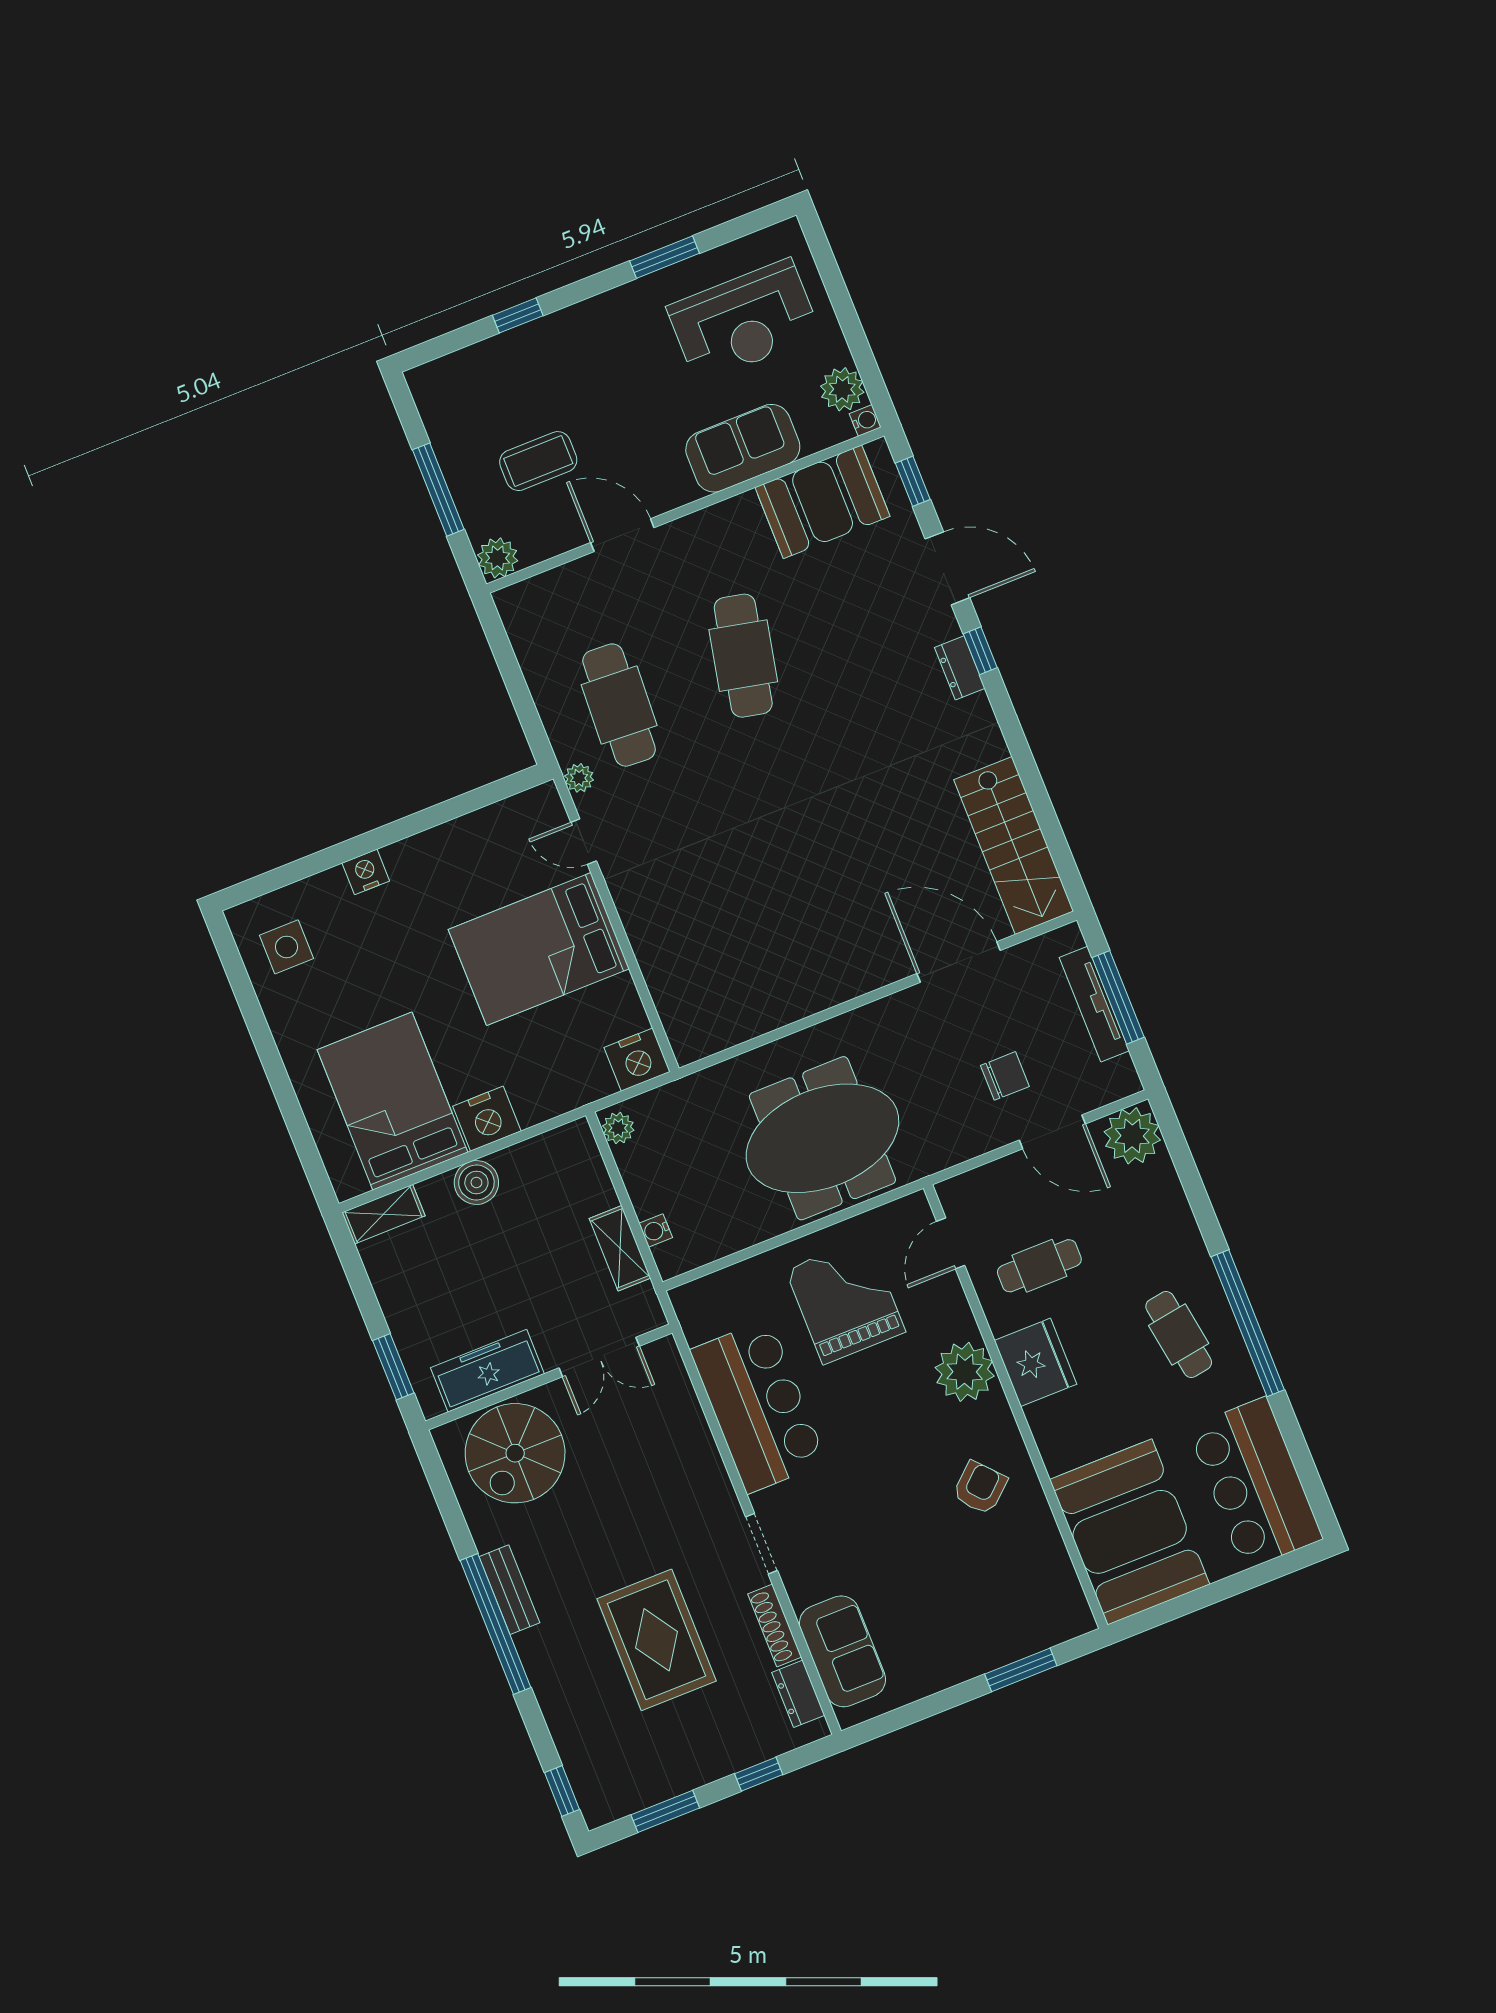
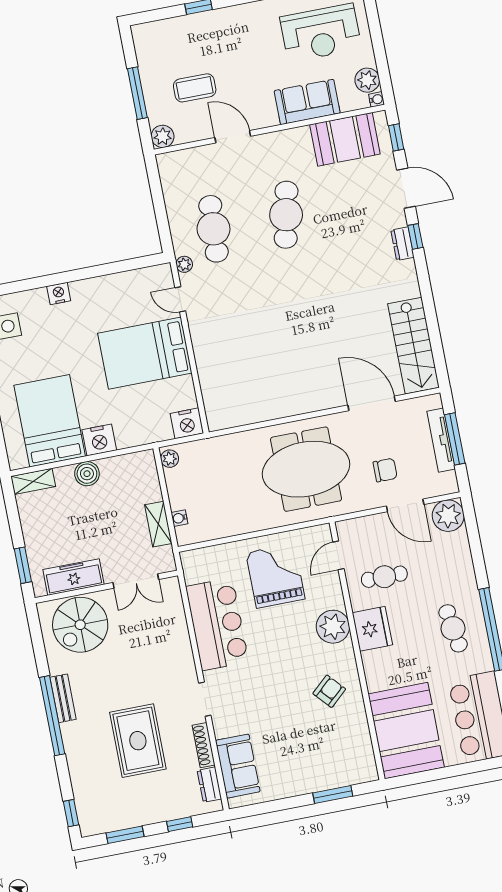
meeting table: (822, 1138) -> (306, 469), moved

